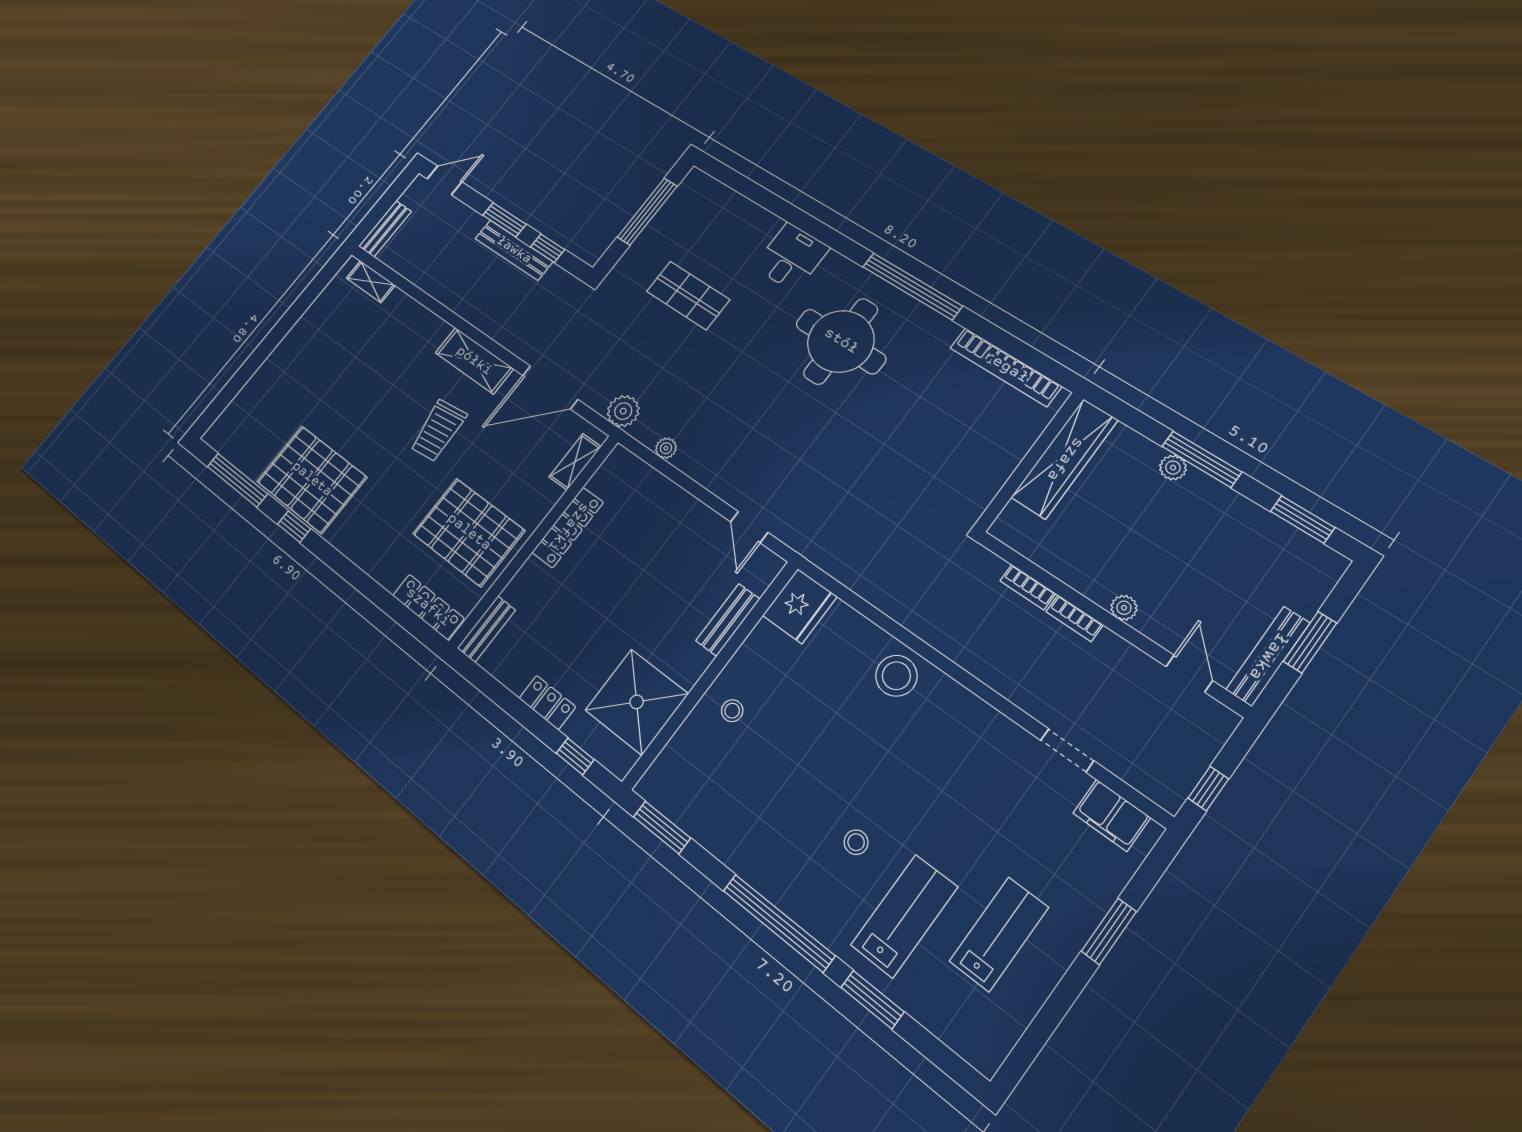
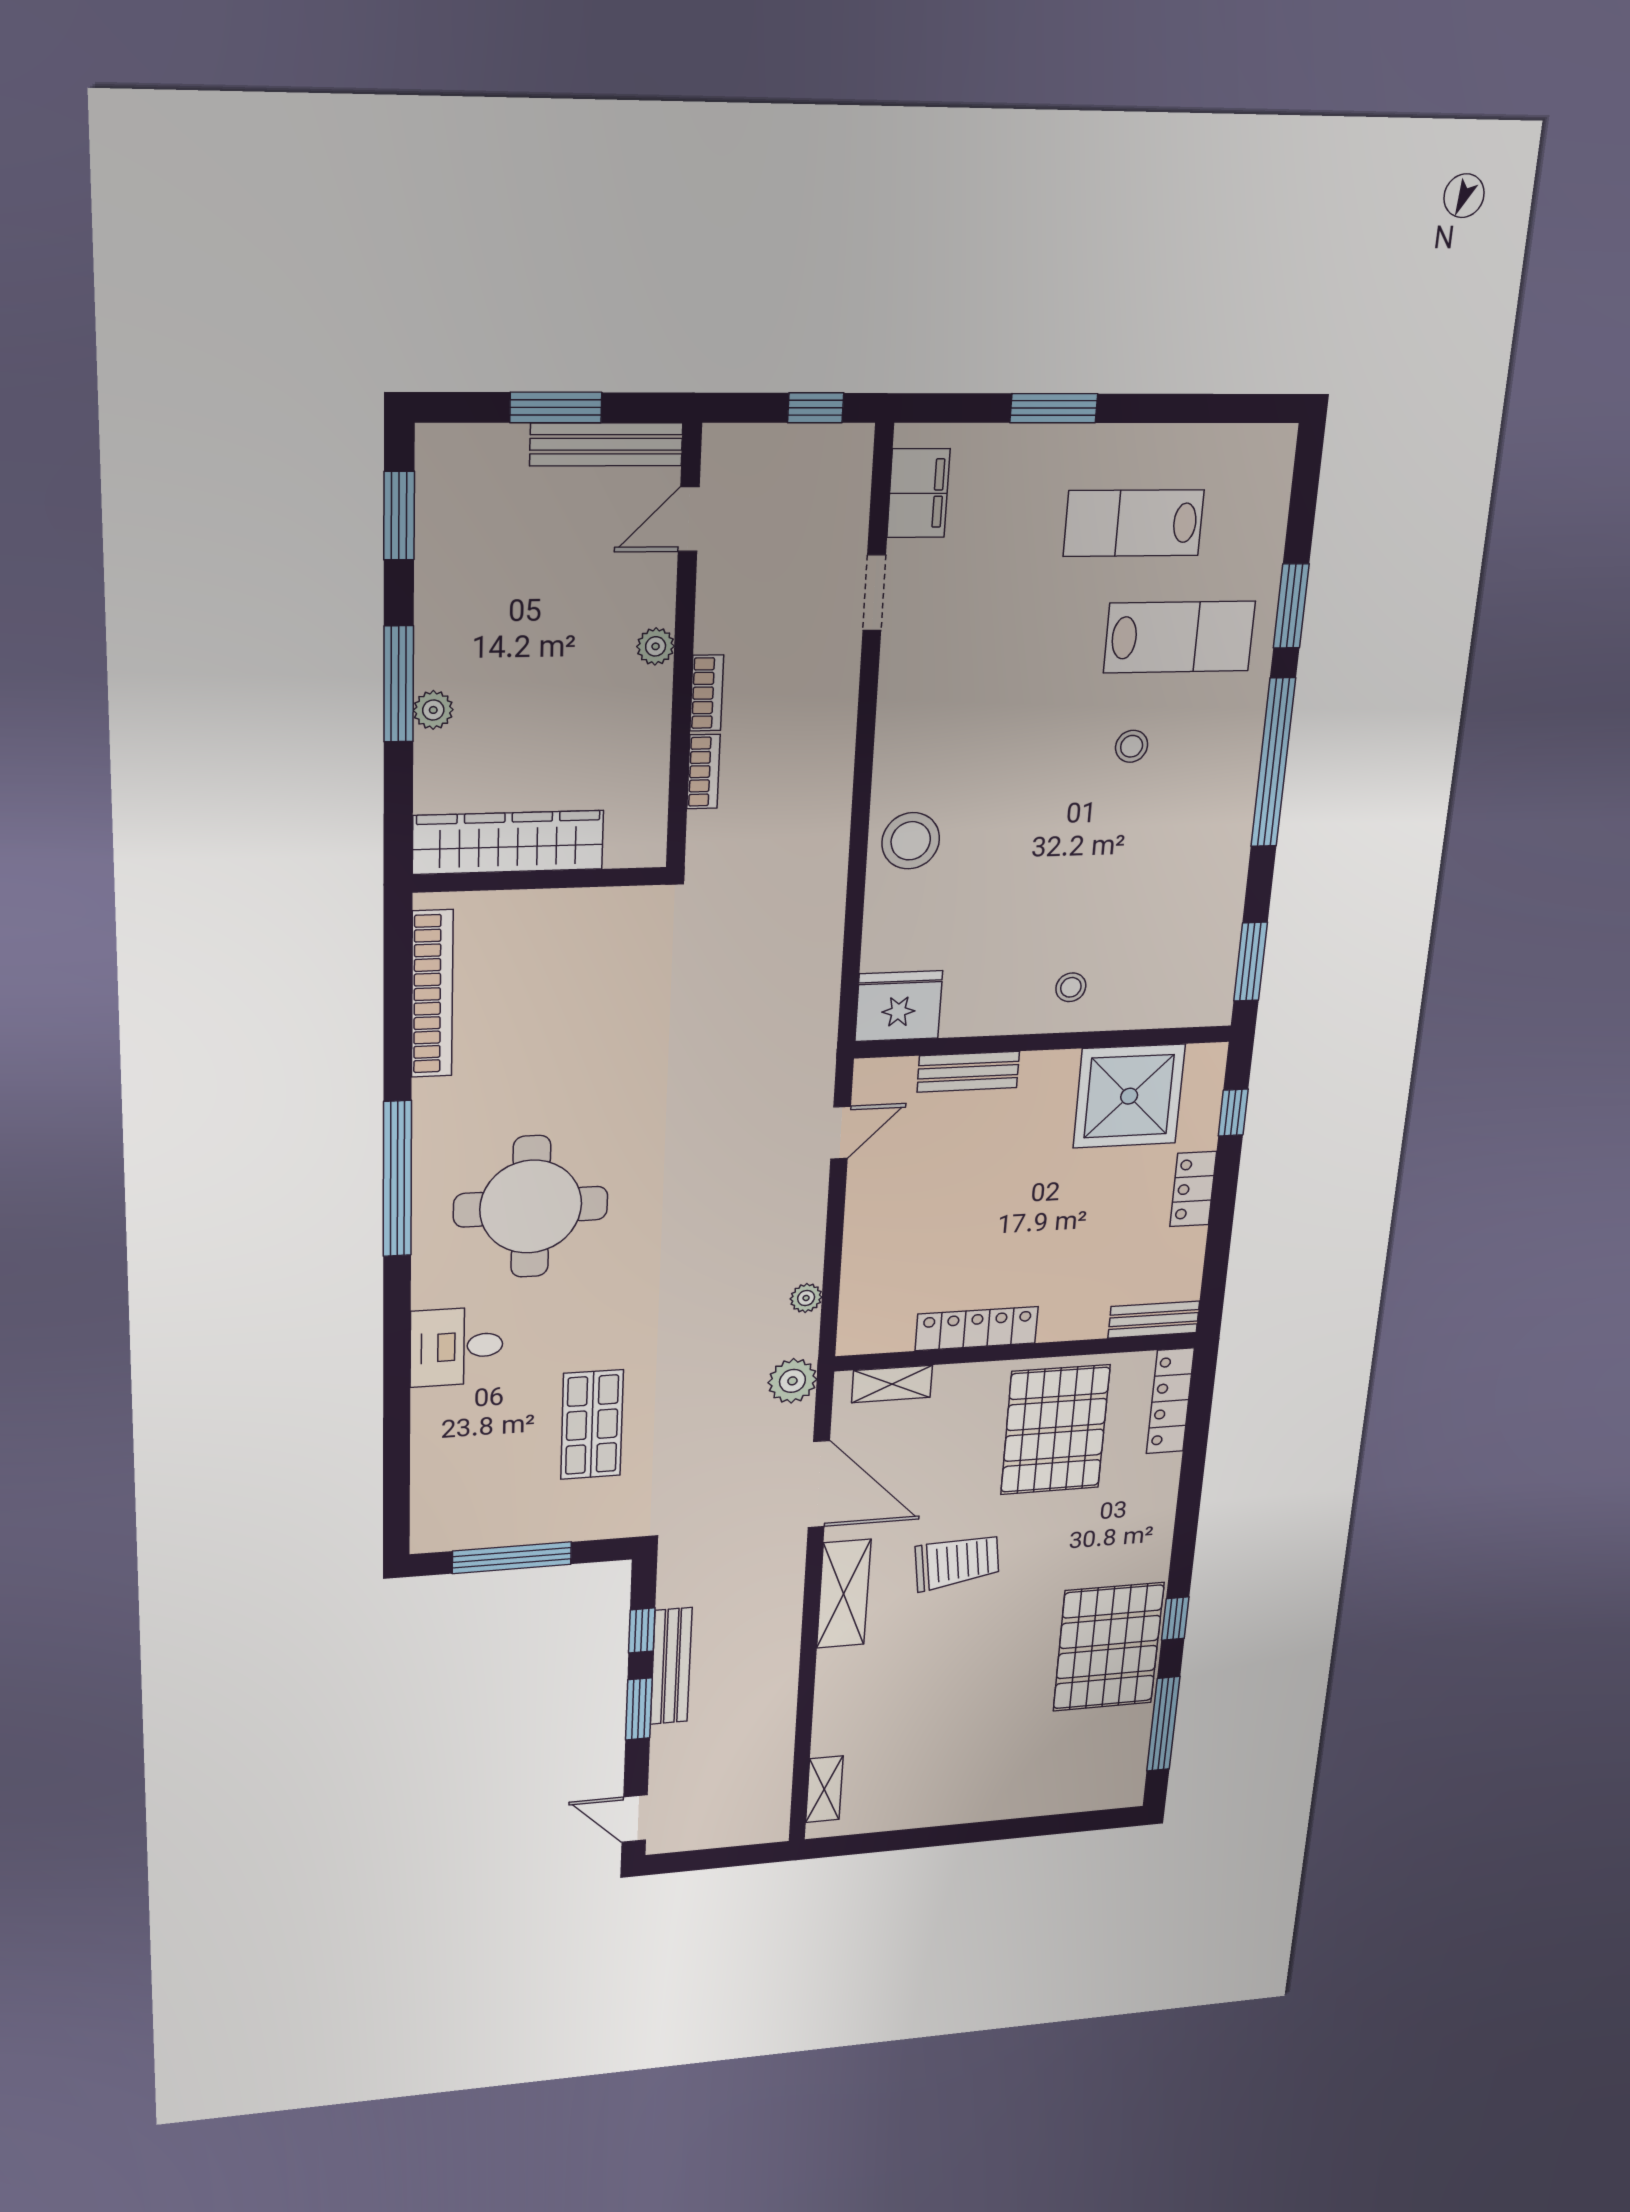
bench: (385, 229) -> (745, 1831), removed
lab bench: (904, 916) -> (1179, 637), turned 180

